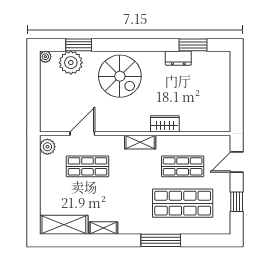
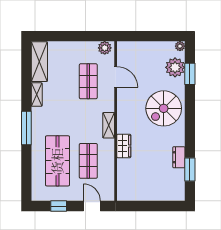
window: (161, 240) -> (26, 128), moved

